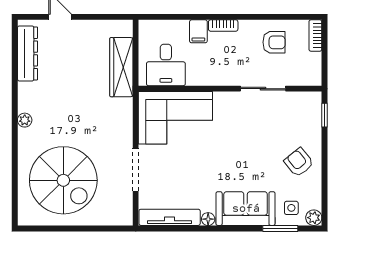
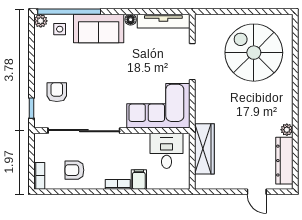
sliding door: (263, 89) -> (84, 131), width x1.86
plant: (25, 120) -> (287, 130), moved
armchair: (299, 162) -> (57, 92), moved, turned -141
window: (280, 228) -> (69, 12), width x2.11

